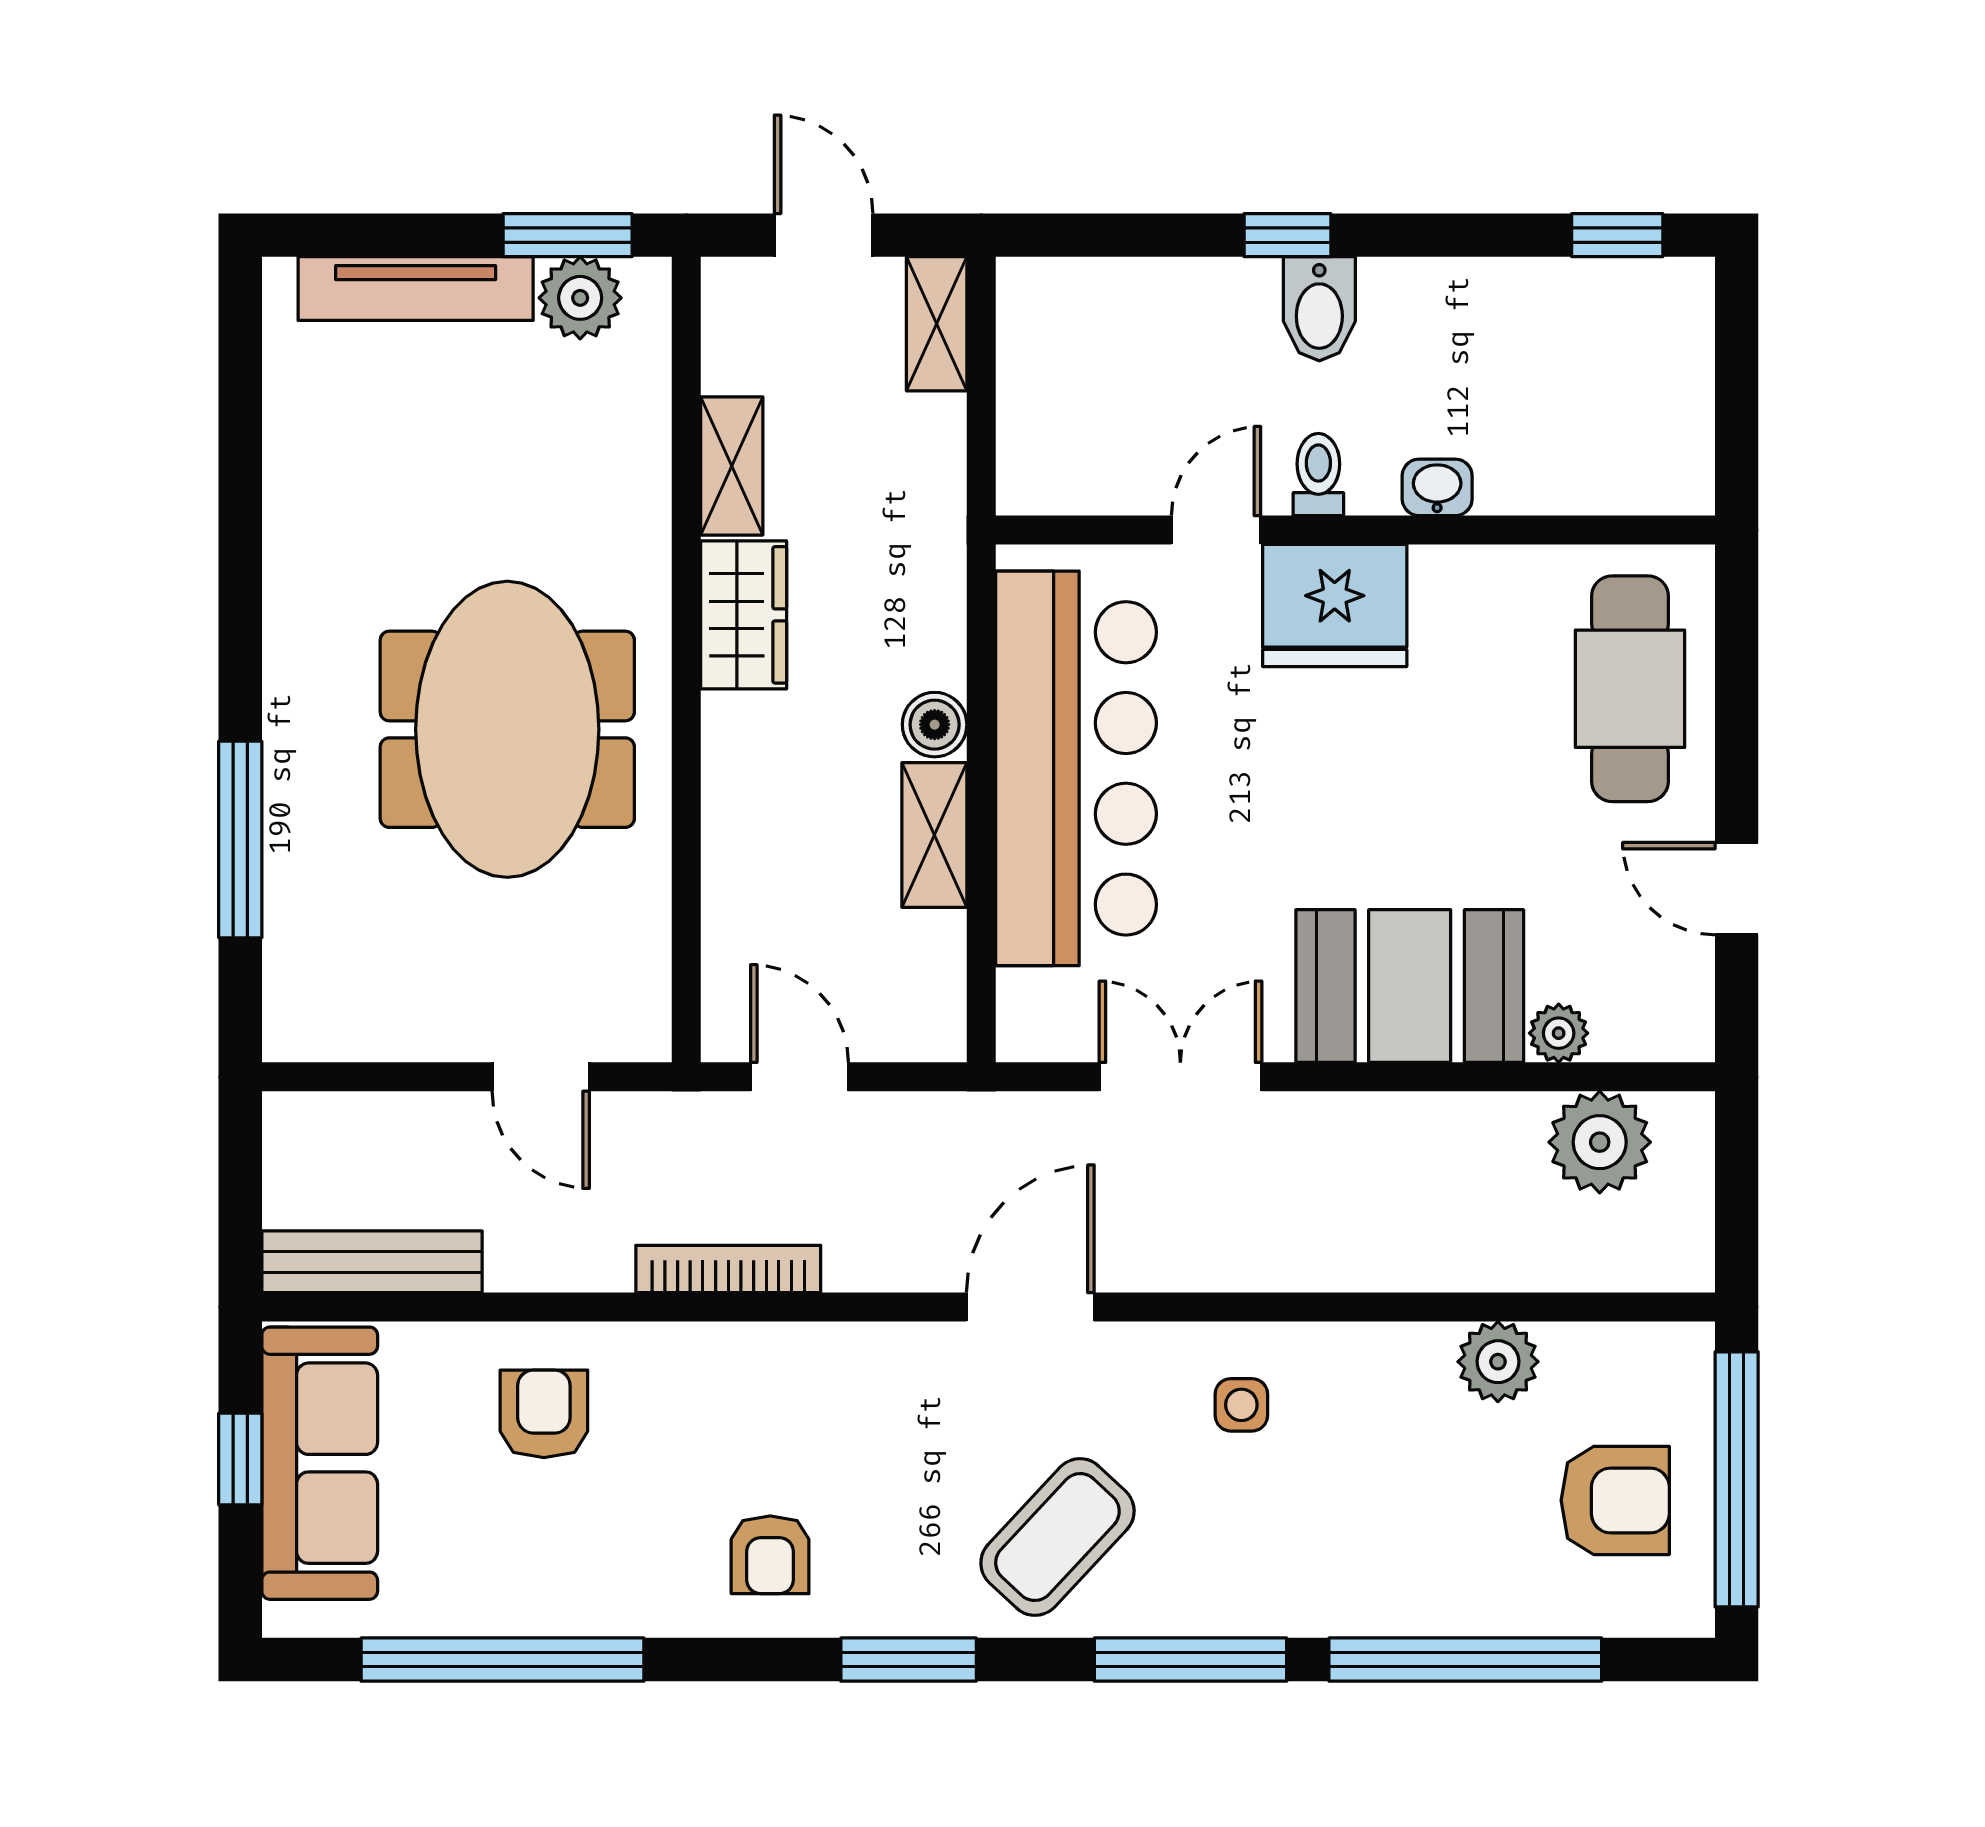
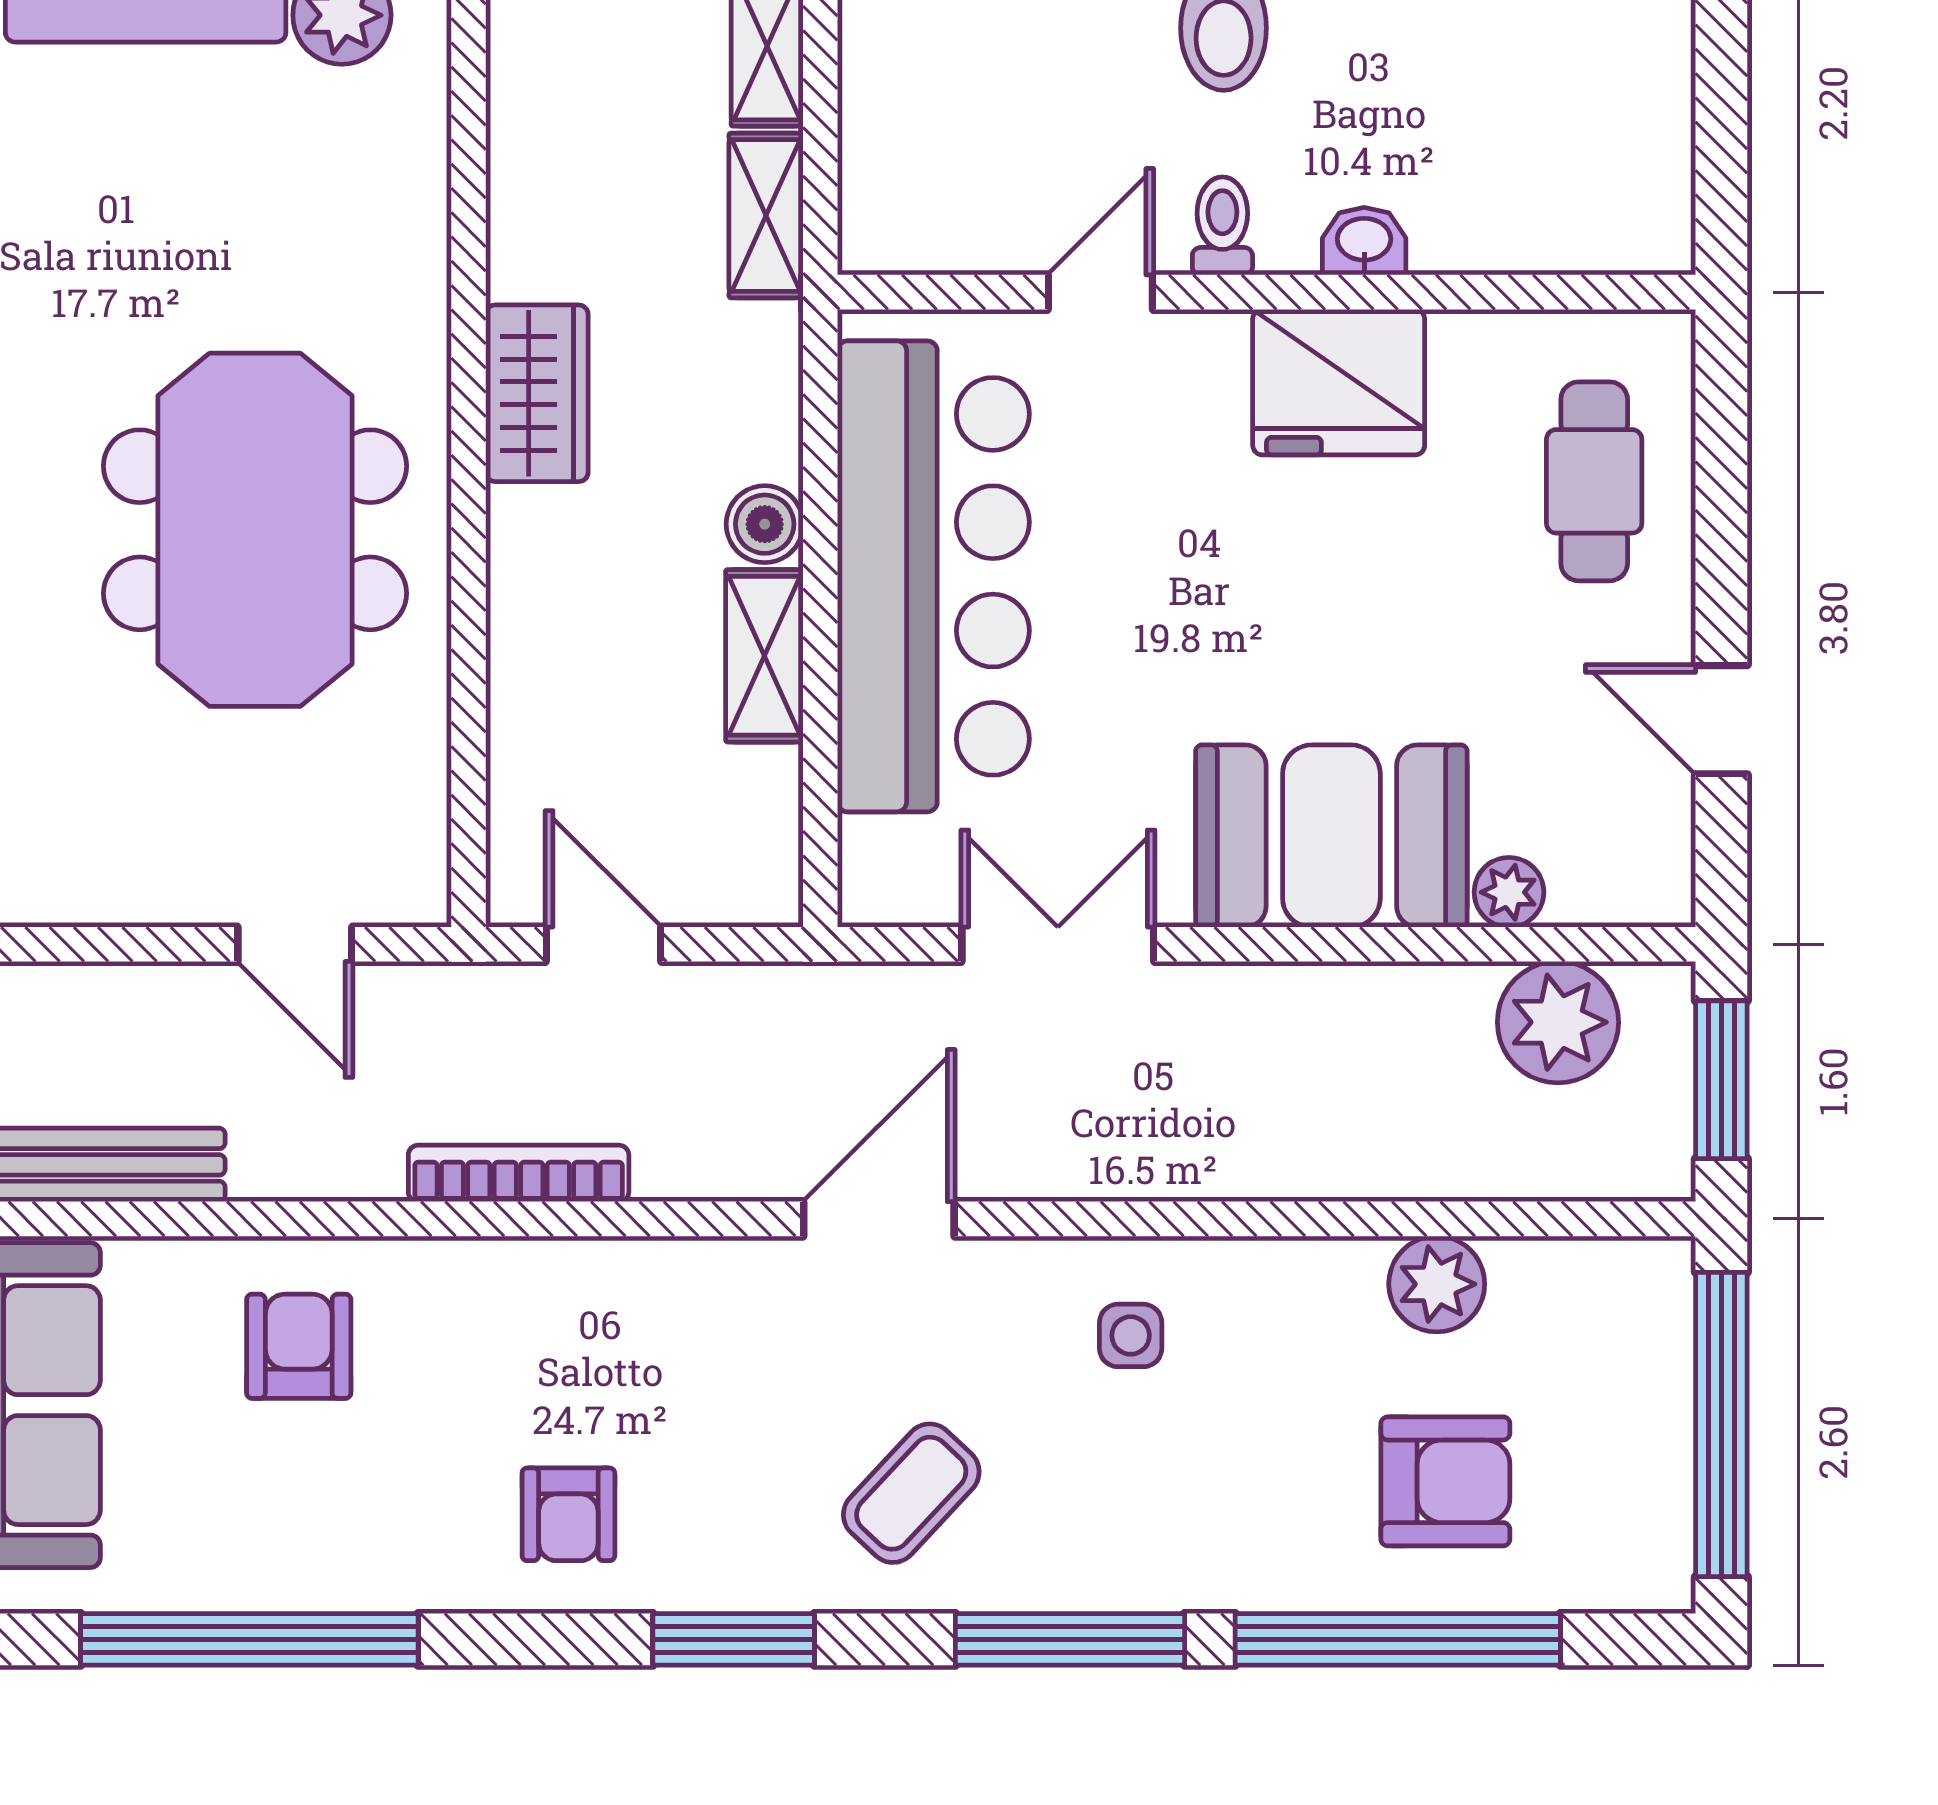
shelving: (732, 466) -> (766, 215), moved
fridge: (1335, 605) -> (1339, 382), moved
cafe table: (1630, 689) -> (1594, 481), width x0.73, depth x0.74
window: (1737, 1190) -> (1721, 1080), added
armchair: (1615, 1500) -> (1445, 1481), moved
coffee table: (1057, 1537) -> (911, 1493), width x0.73, depth x0.77

